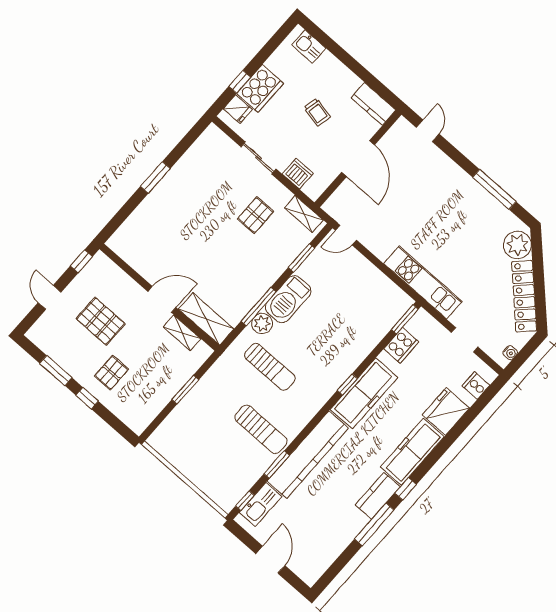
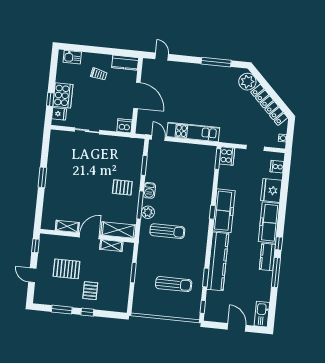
trolley: (317, 112) -> (99, 74), moved
dishwasher: (298, 174) -> (125, 126), moved
shelving: (304, 214) -> (67, 226), moved
pallet: (256, 215) -> (122, 187), moved, turned 90
door: (346, 235) -> (158, 138), swing flipped
kitchen unit: (423, 282) -> (193, 132), moved
barbecue: (288, 299) -> (149, 190), width x0.53, depth x0.65
cooker: (401, 345) -> (227, 156), moved
sun lounger: (261, 429) -> (174, 284), moved
kitchen sink: (261, 504) -> (262, 314), moved, turned 180

